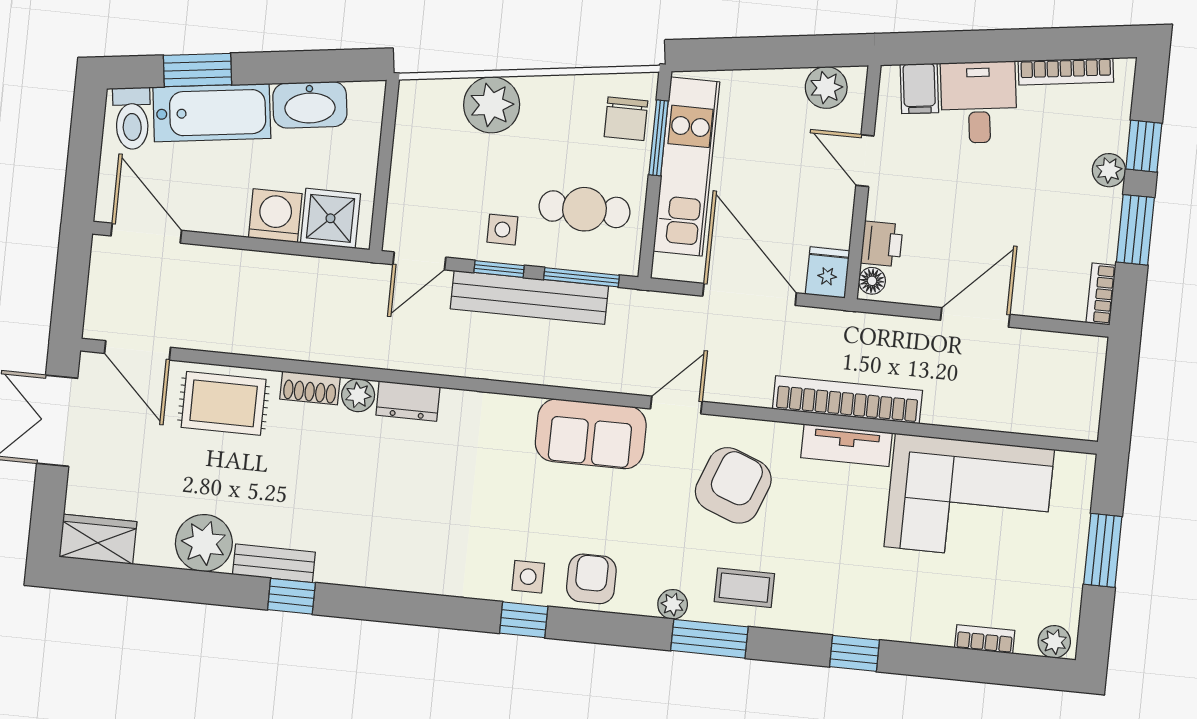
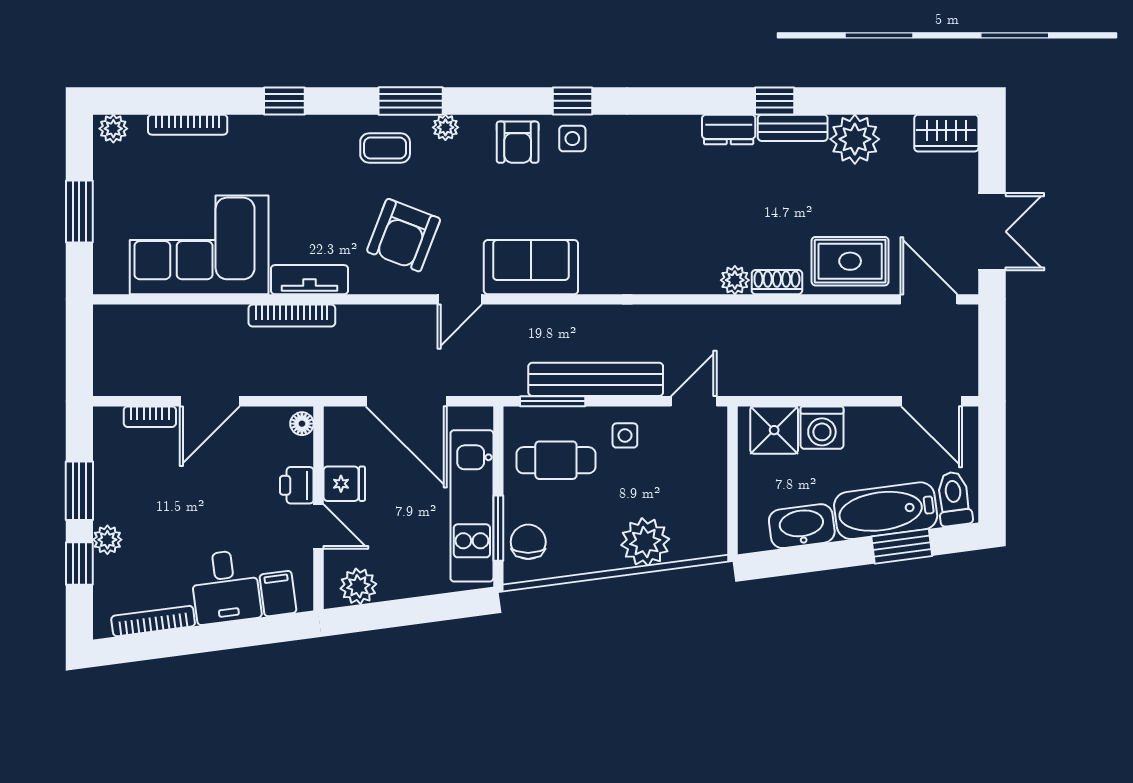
printer: (882, 244) -> (297, 485), moved
window: (499, 269) -> (624, 401), removed
fridge: (828, 272) -> (344, 484), moved, turned -90
bookcase: (1101, 294) -> (150, 417), moved, turned 90
bookcase: (847, 400) -> (292, 316), width x0.68, depth x0.76
dresser: (408, 401) -> (729, 129), moved, turned 180
bookcase: (985, 639) -> (188, 125), width x1.56

